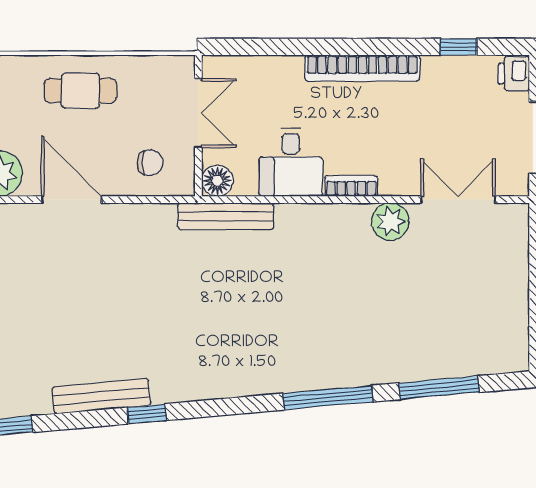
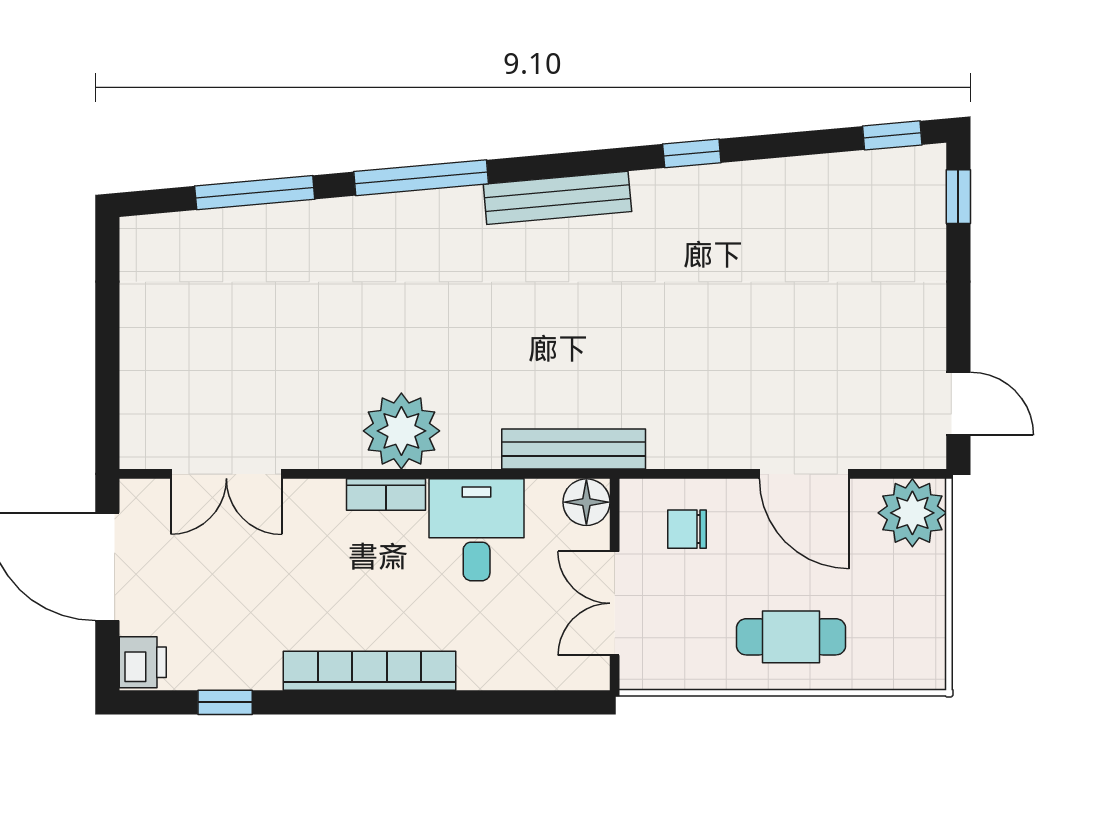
plant: (390, 222) -> (401, 431), moved, width x1.36, depth x1.36
bench: (101, 396) -> (557, 198), moved

